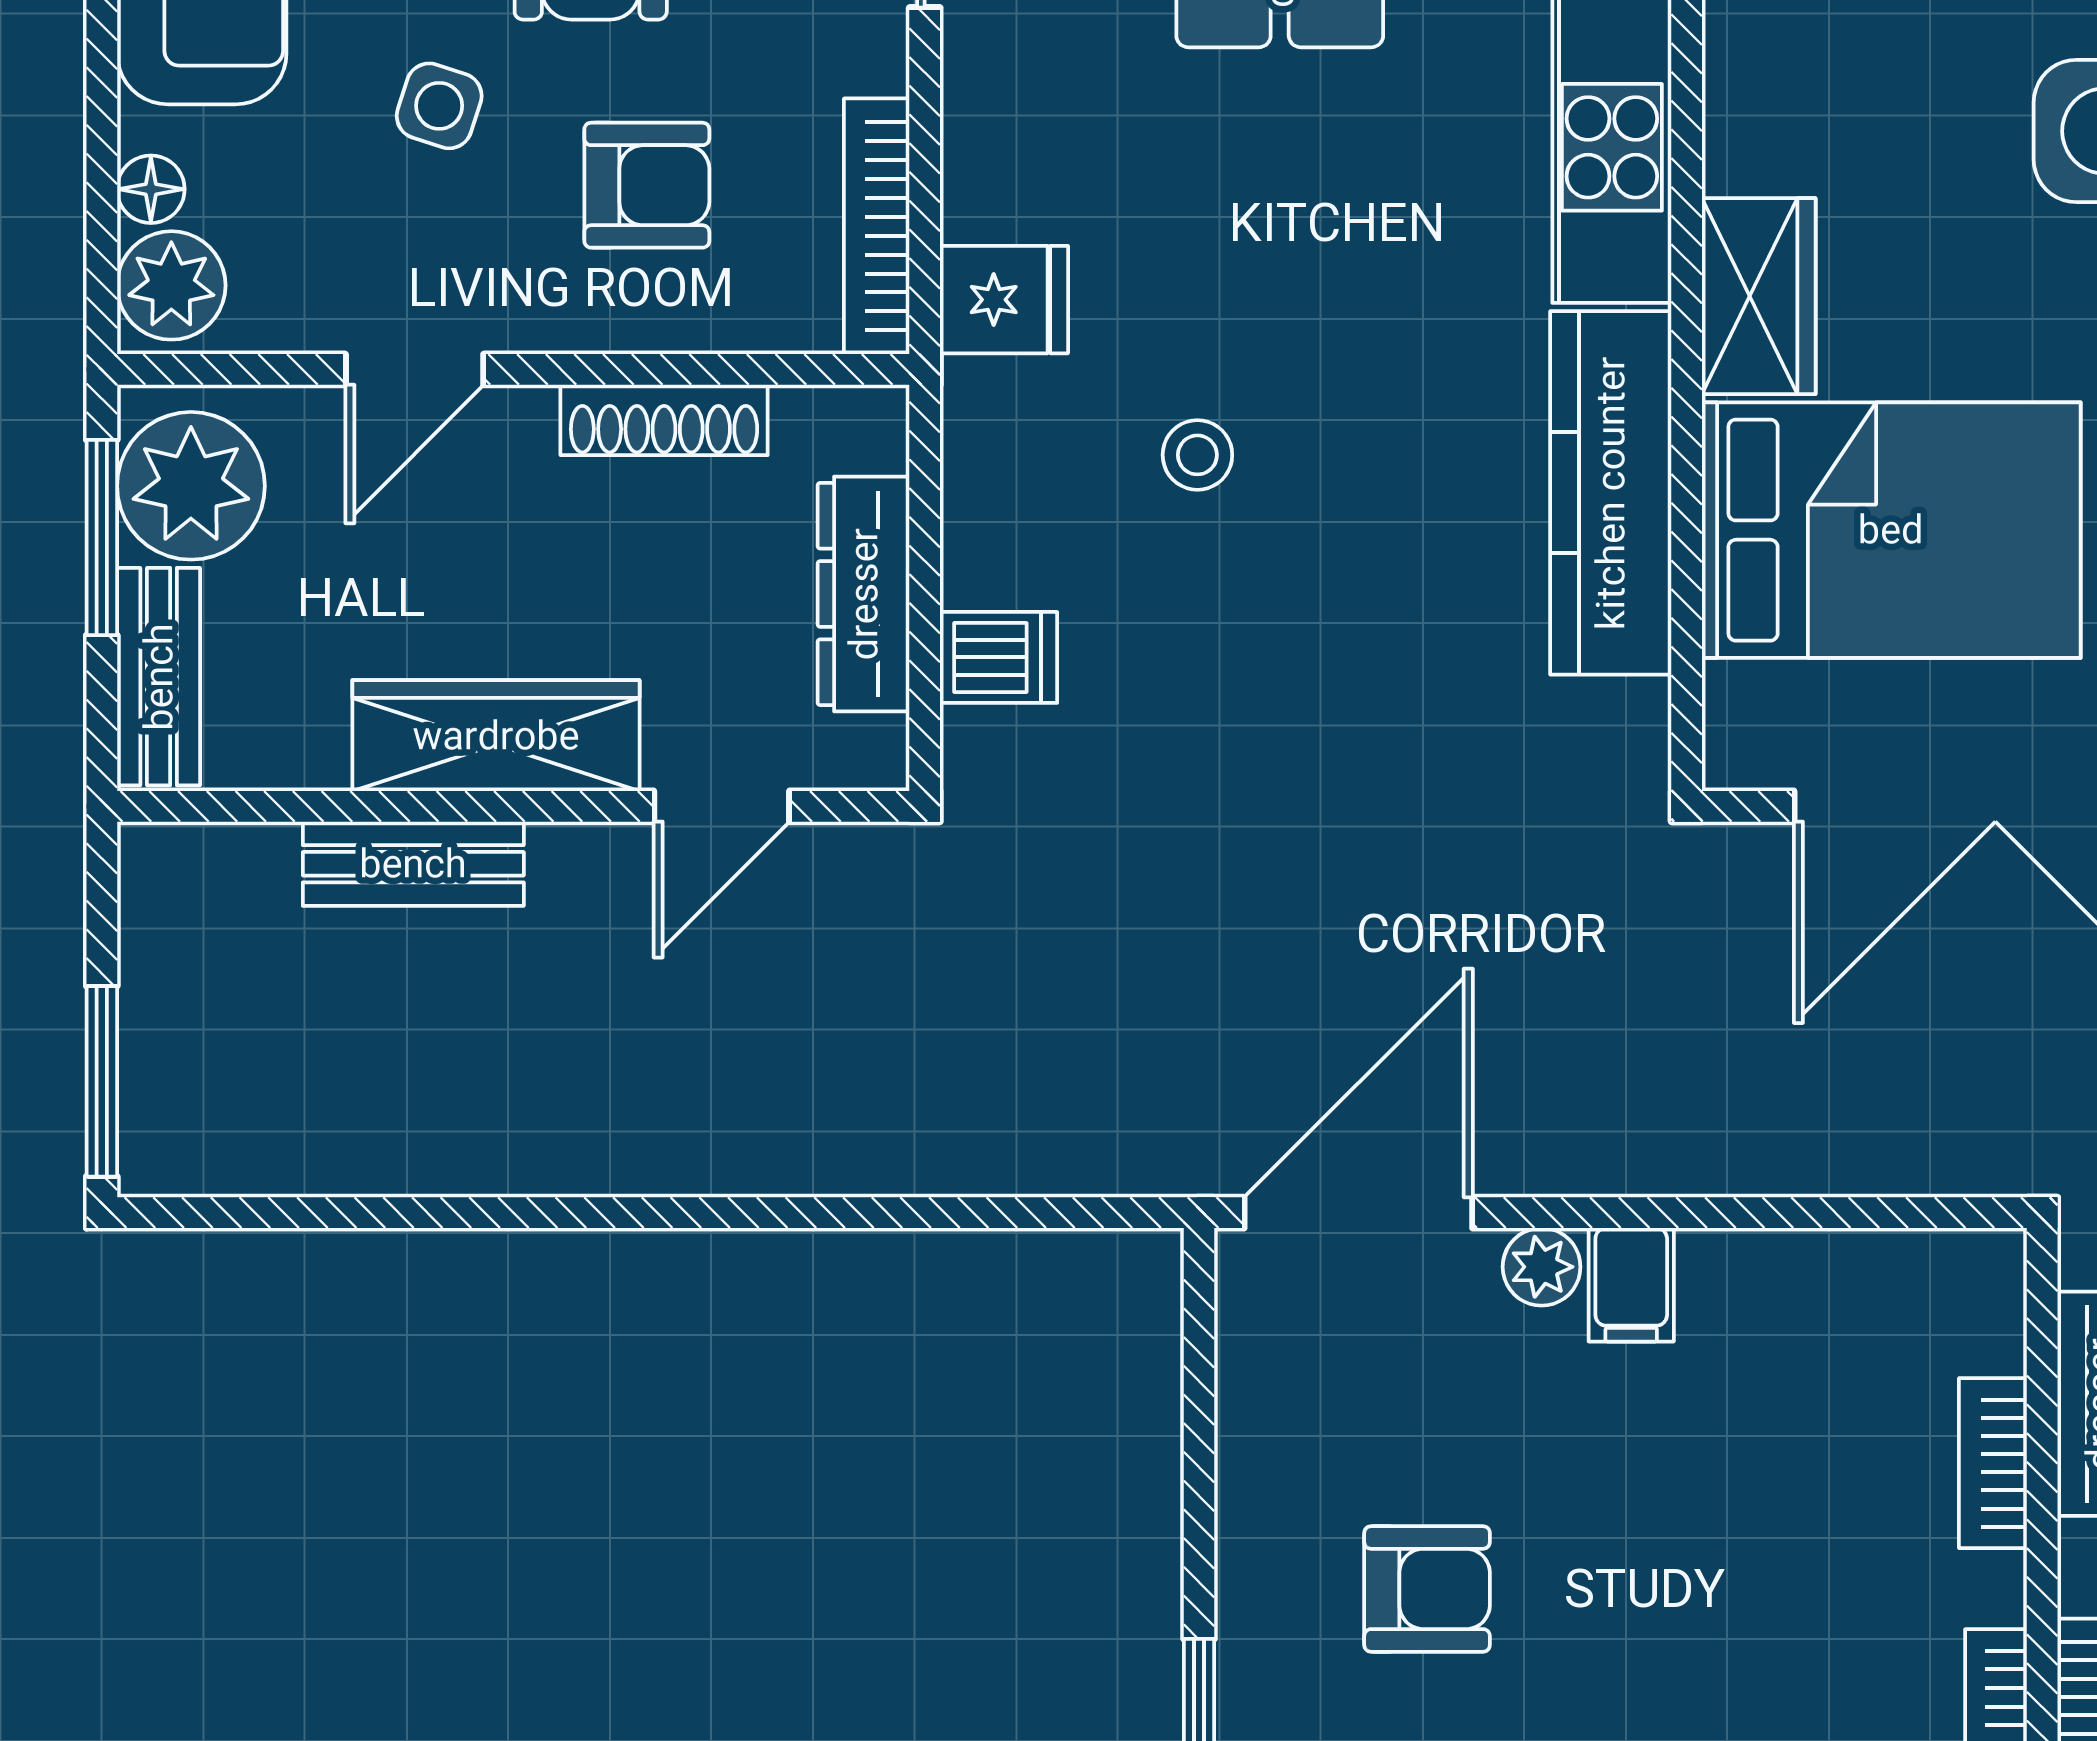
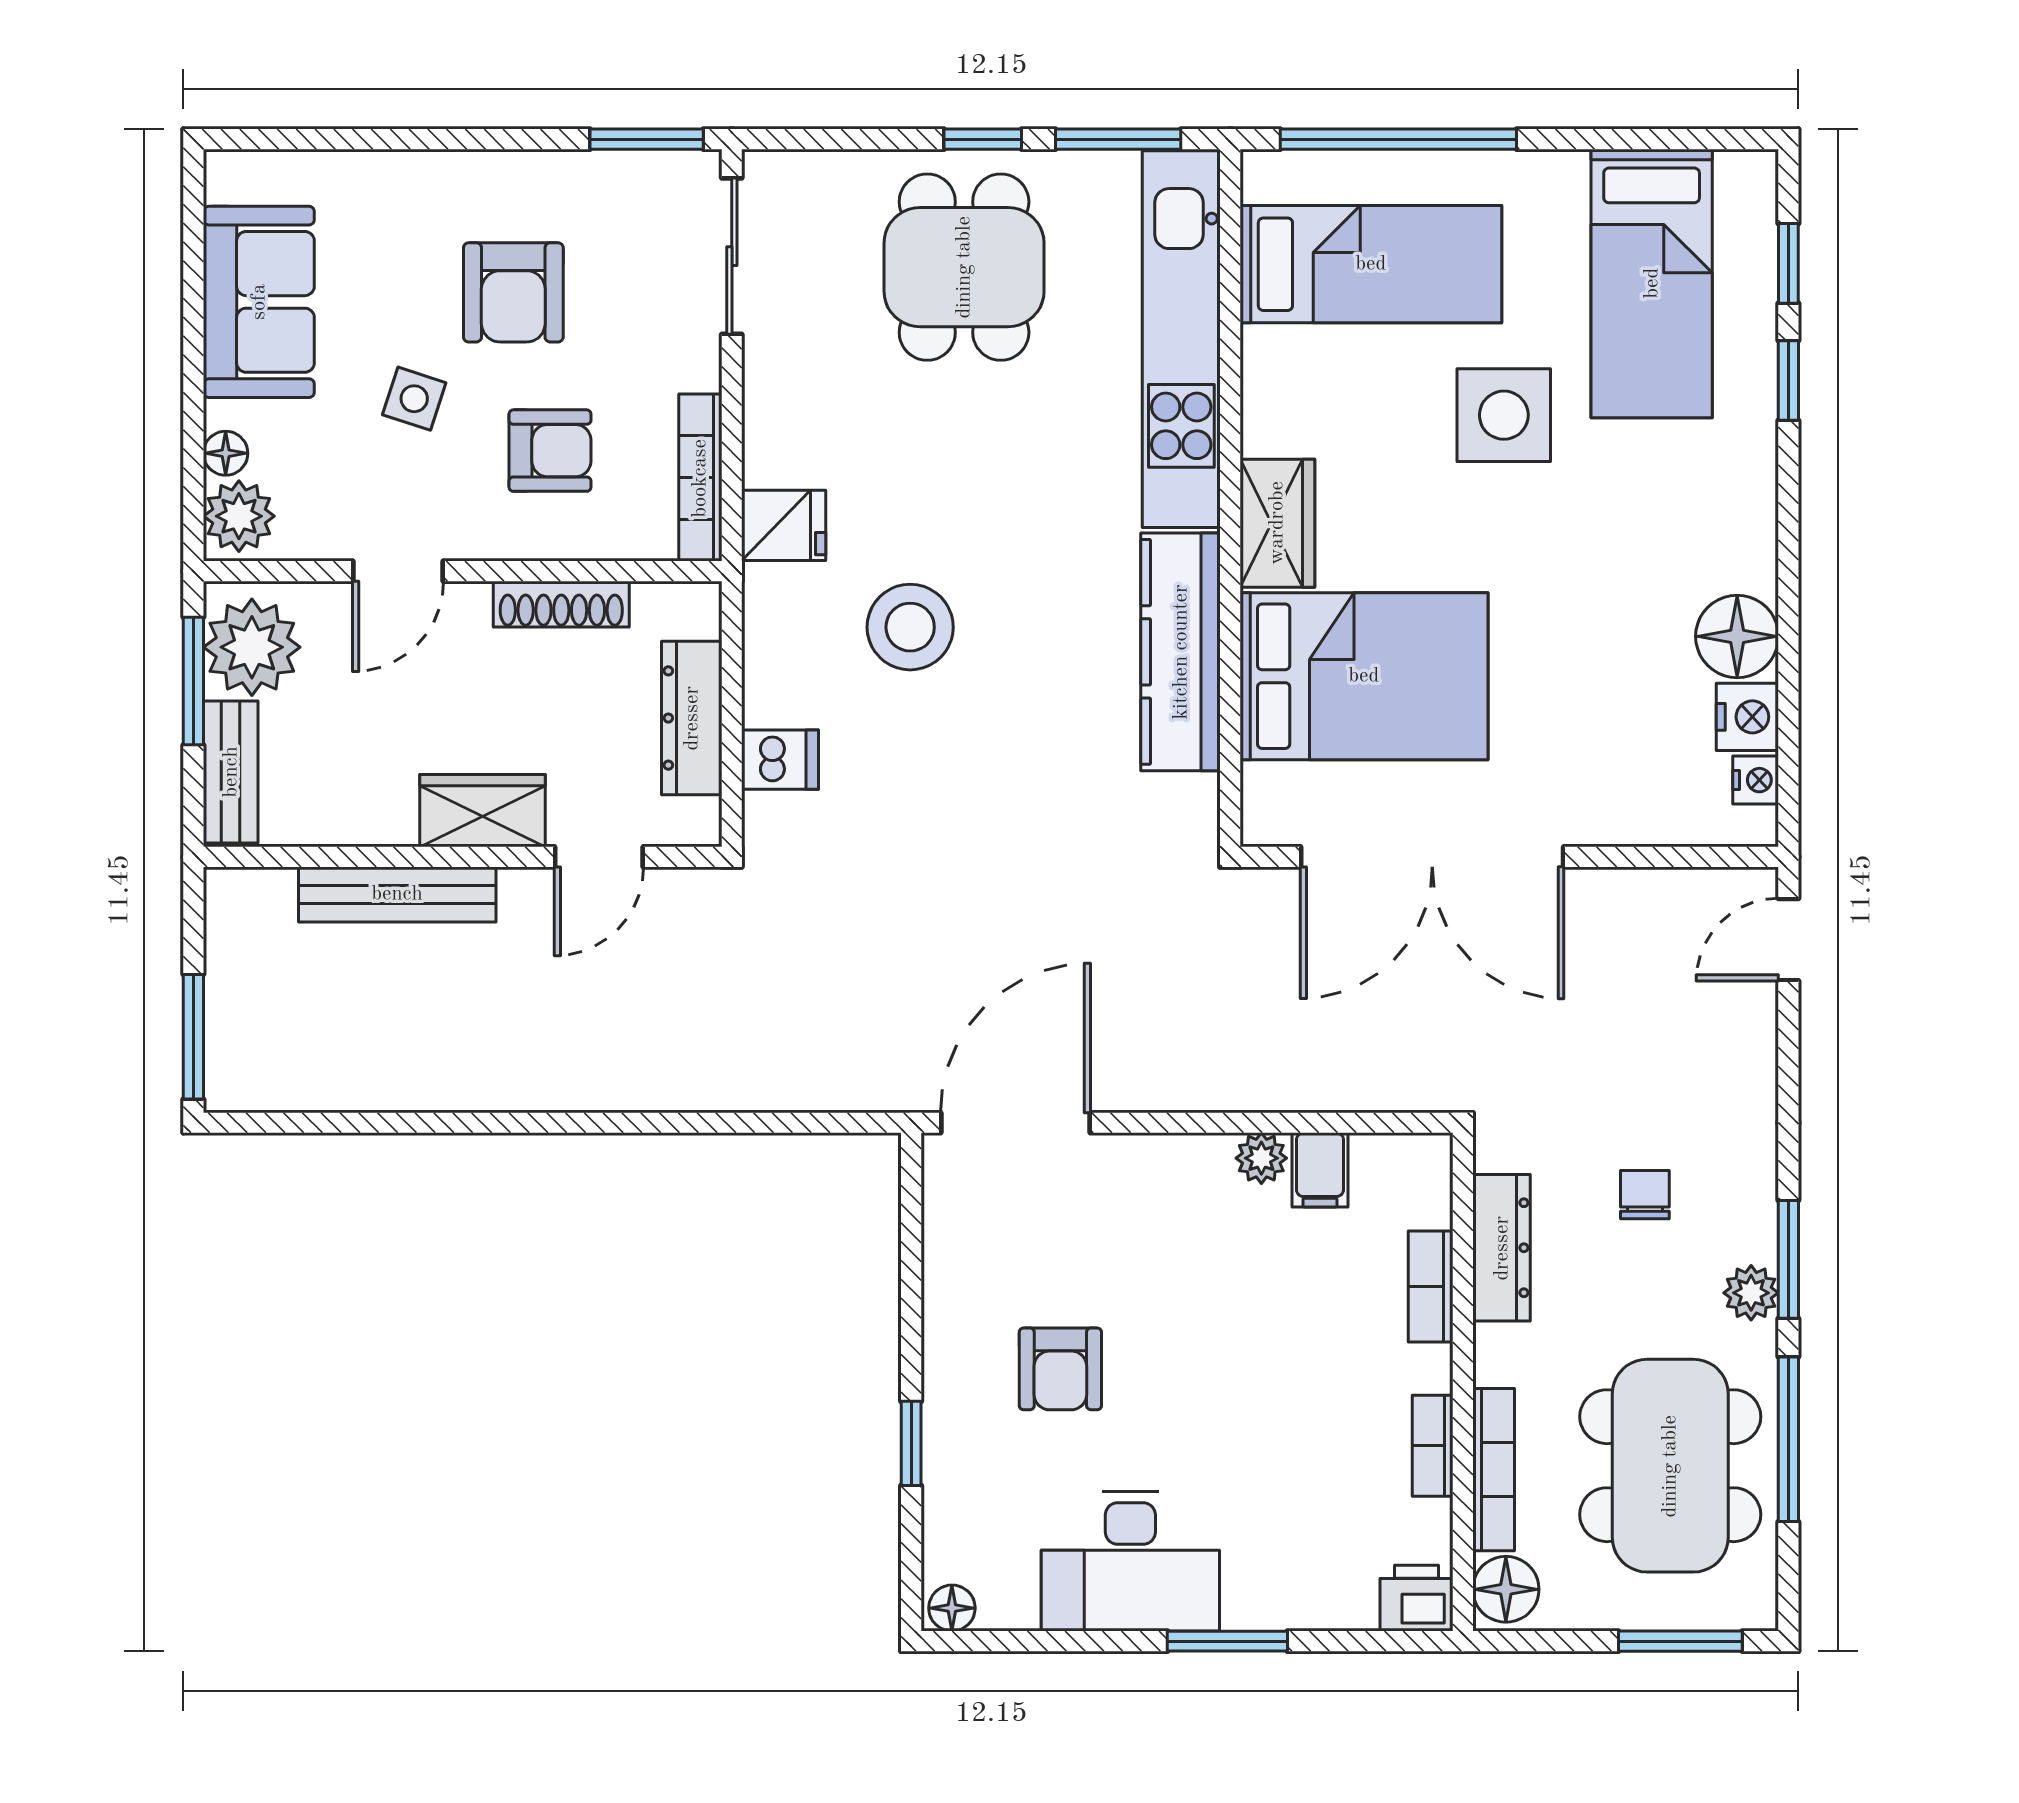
stool: (1197, 455) -> (910, 627), width x1.89, depth x1.89
wardrobe: (496, 736) -> (483, 811), width x0.67
bench: (413, 864) -> (397, 894), width x1.36
plant: (1542, 1267) -> (1261, 1158), moved
filing cabinet: (1631, 1285) -> (1320, 1170), moved
armchair: (1427, 1589) -> (1060, 1369), turned 90

